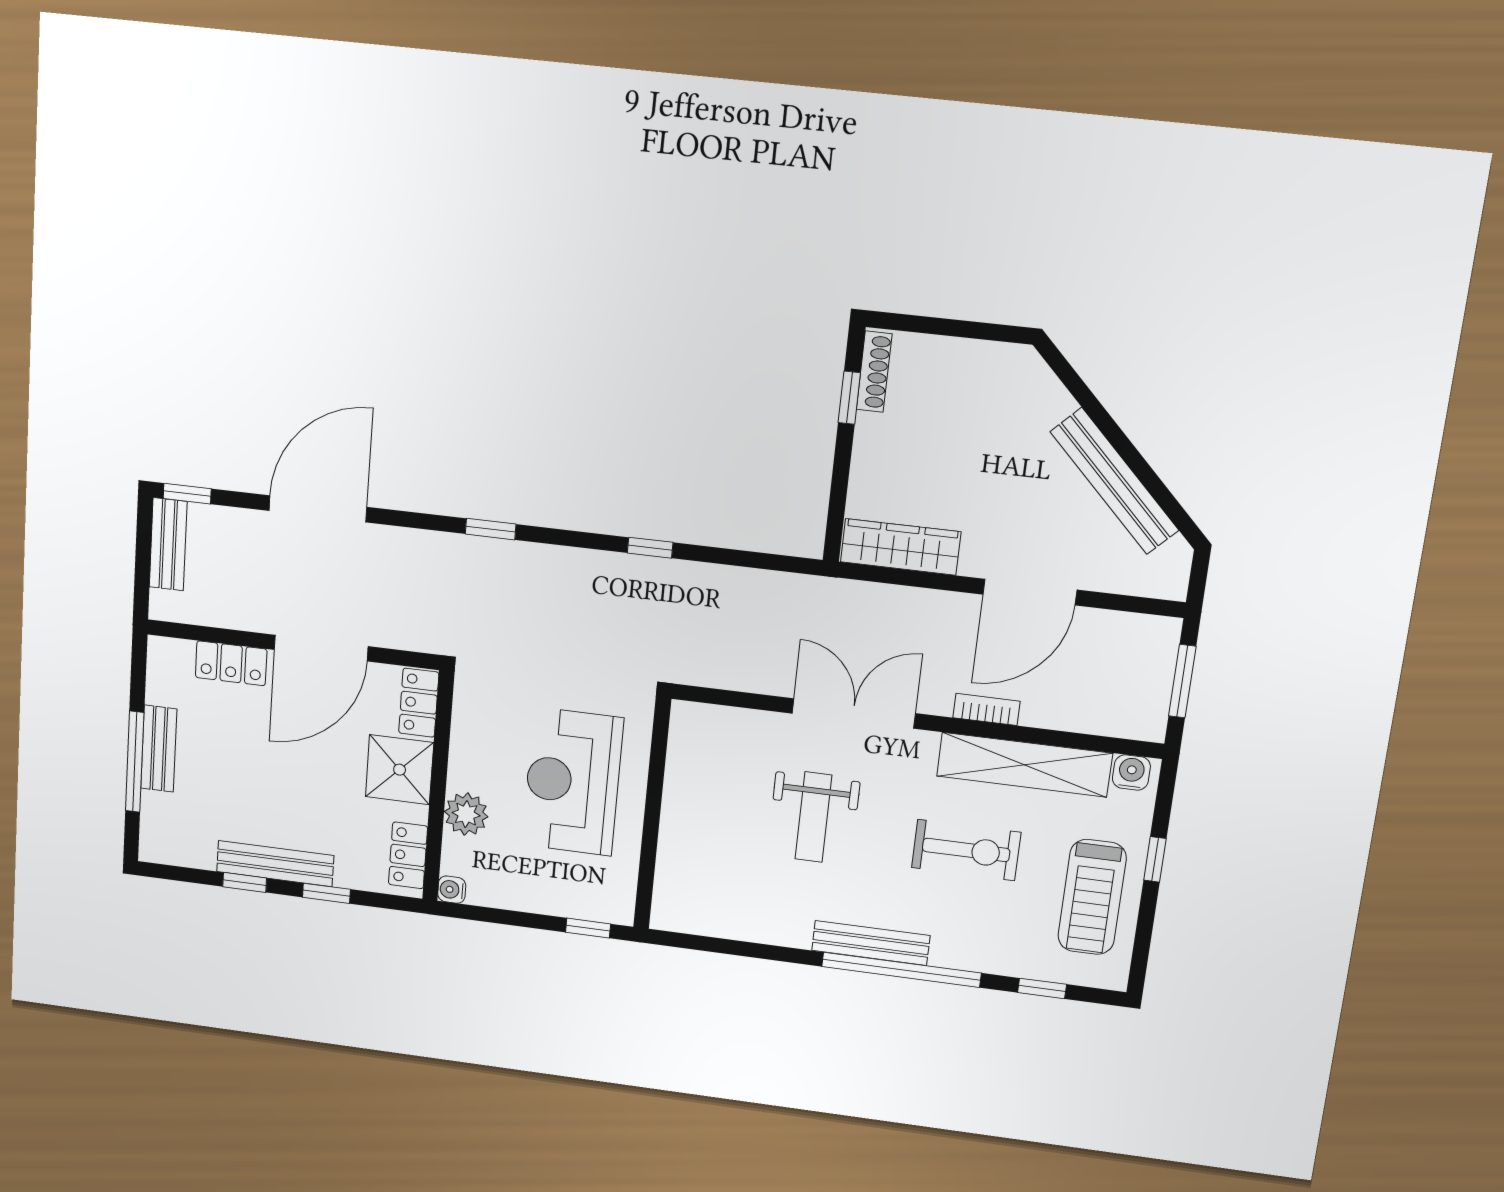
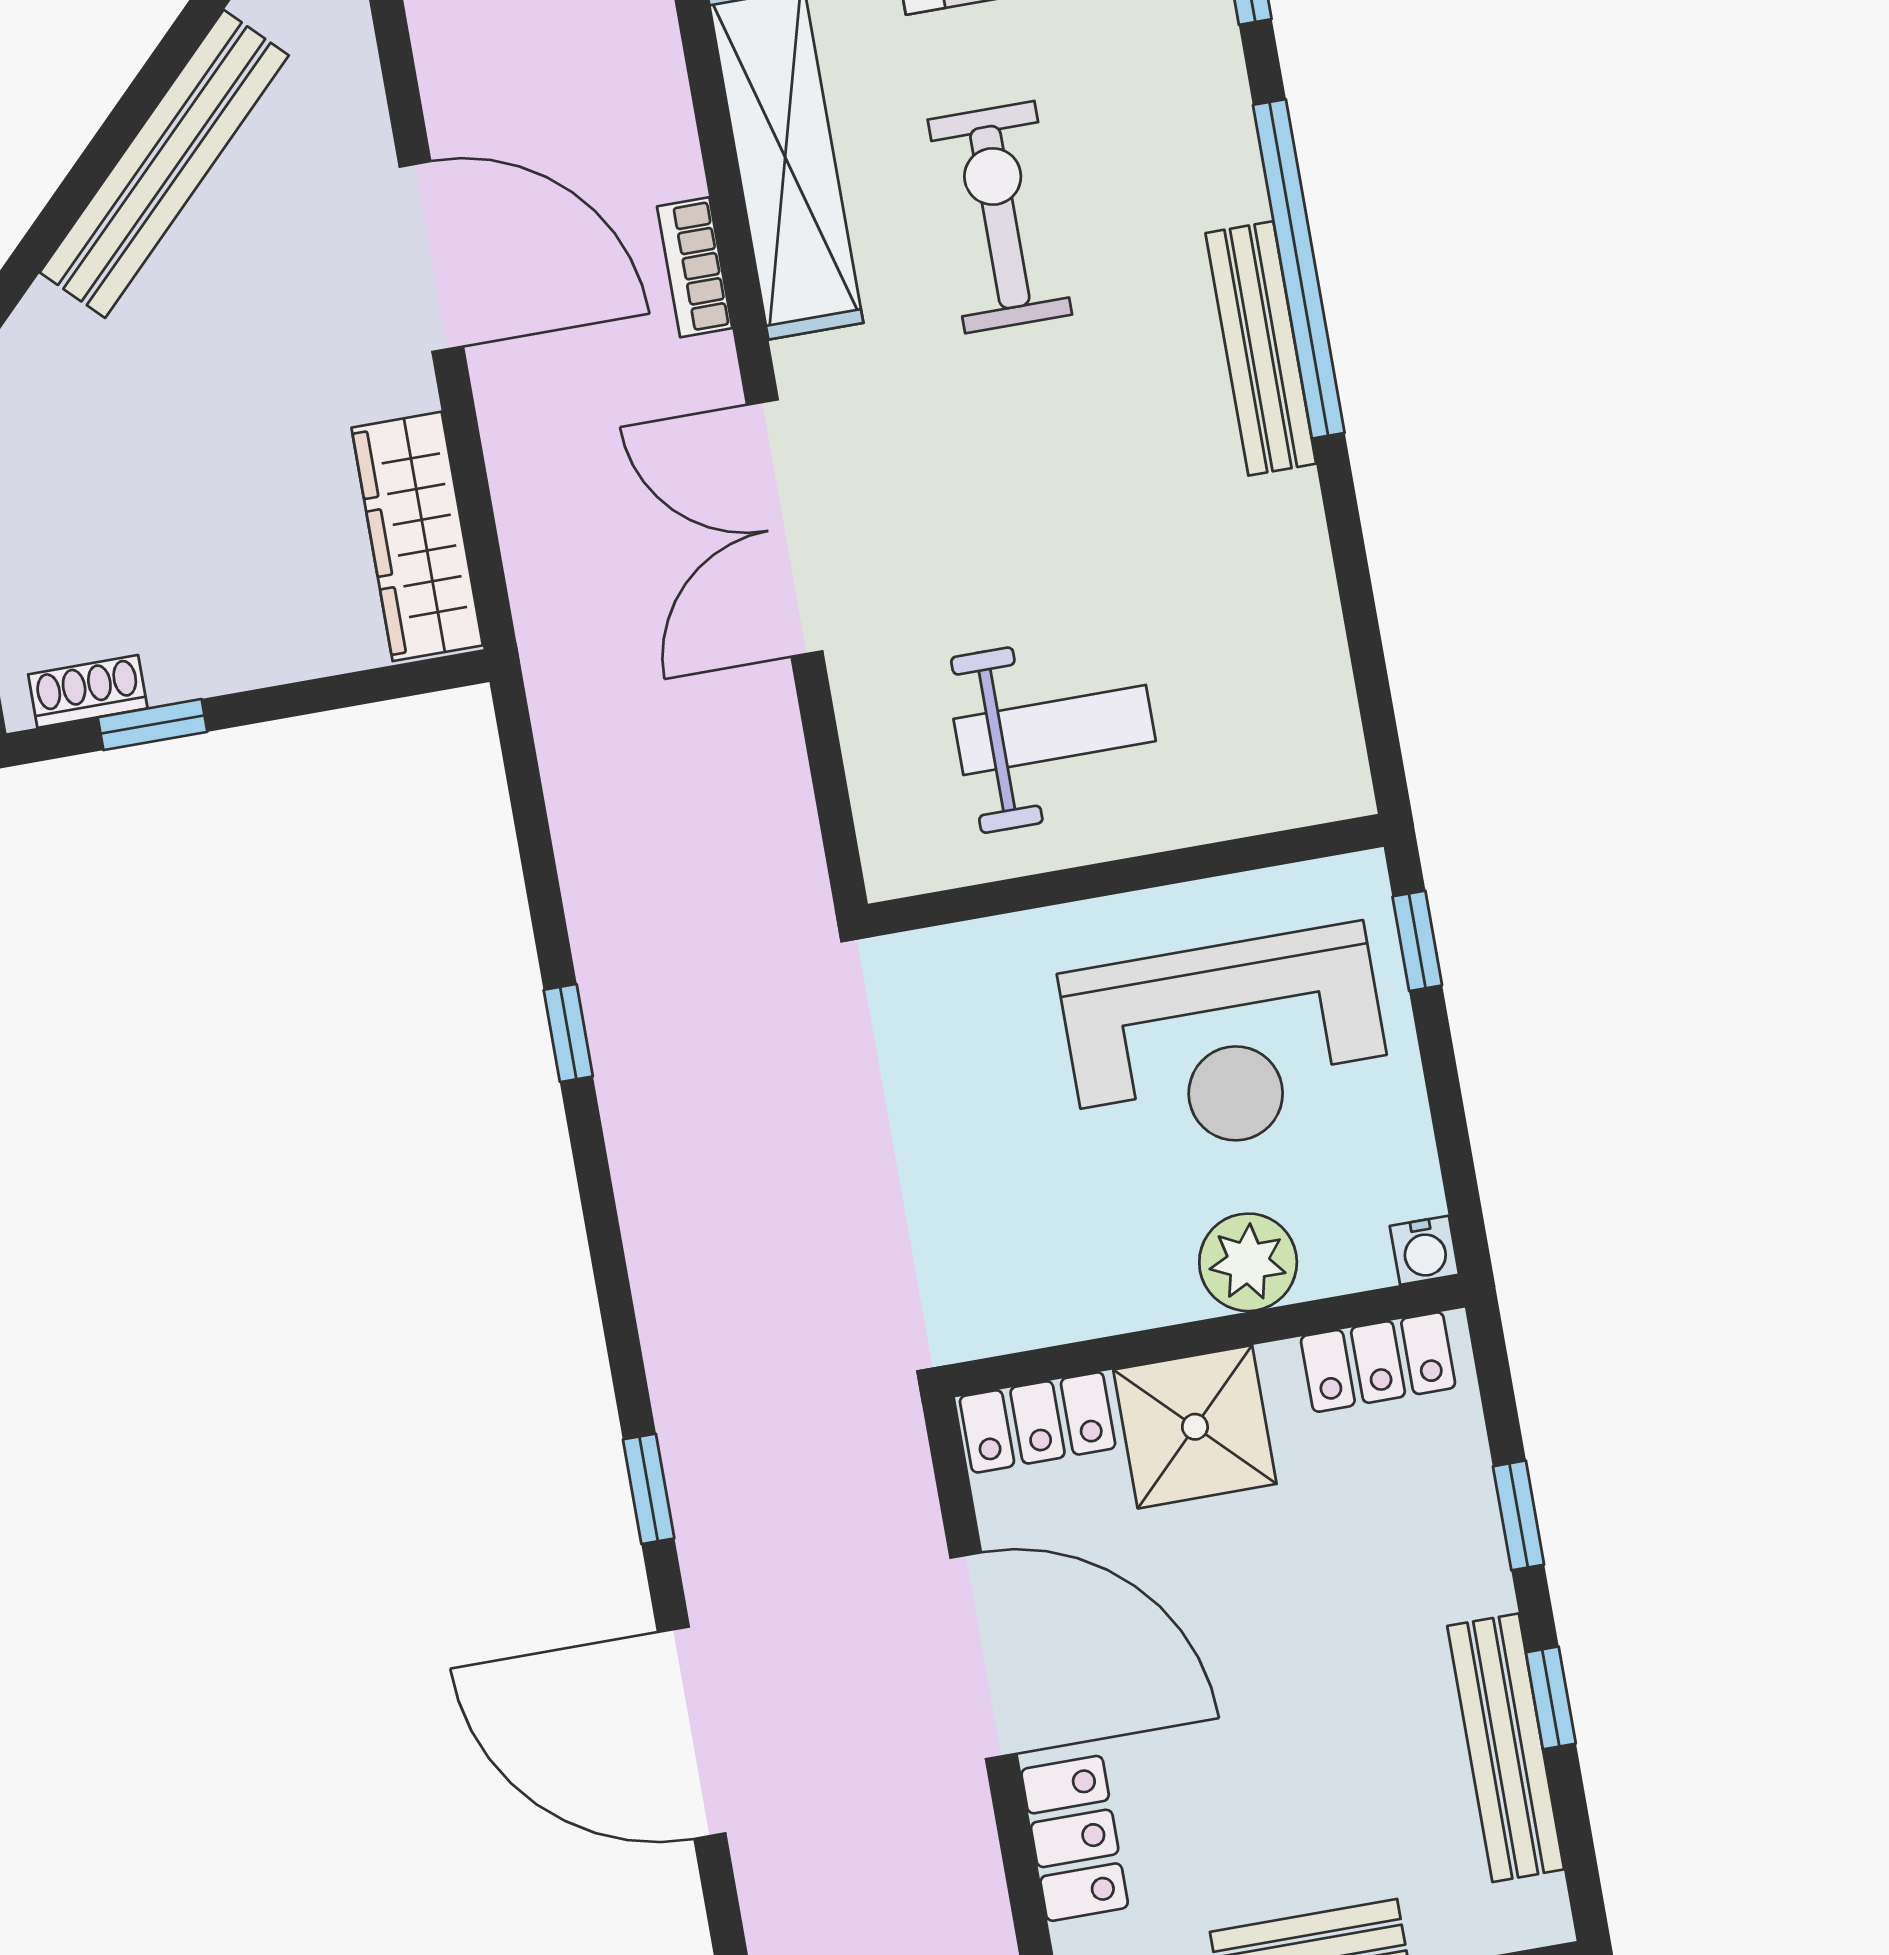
shoe rack: (874, 372) -> (88, 691), width x0.70
window: (491, 529) -> (649, 1489), moved
reception desk: (573, 782) -> (1227, 1043), moved
weight bench: (813, 817) -> (1055, 730), moved
bench: (275, 864) -> (1506, 1748), moved

